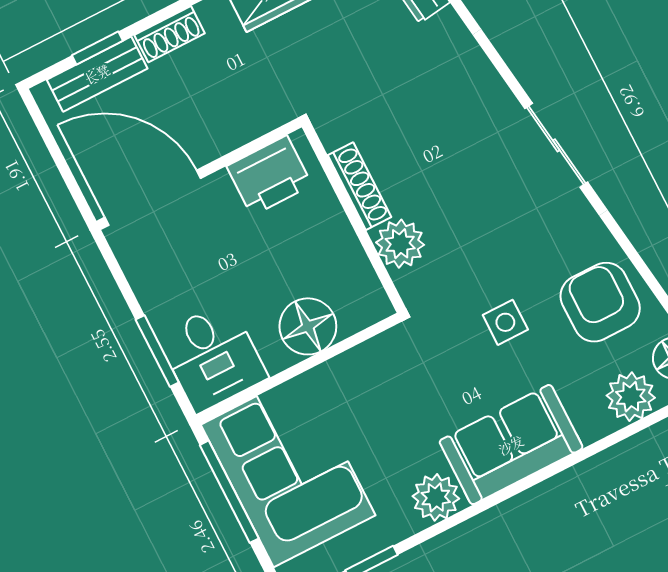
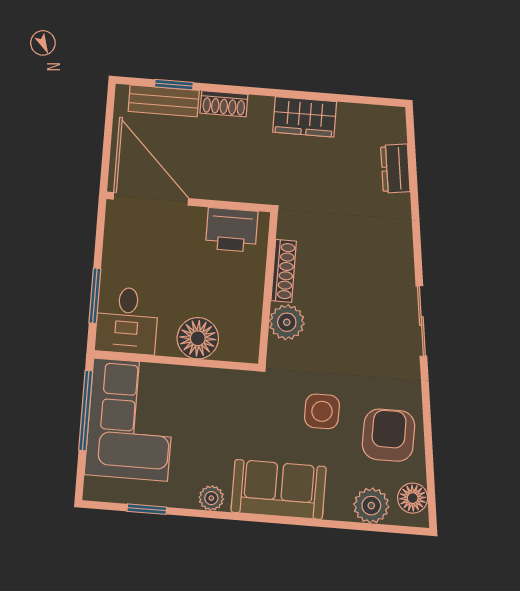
side table: (505, 322) -> (322, 411), width x1.37, depth x1.37
plant: (436, 497) -> (211, 498), width x0.73, depth x0.73

